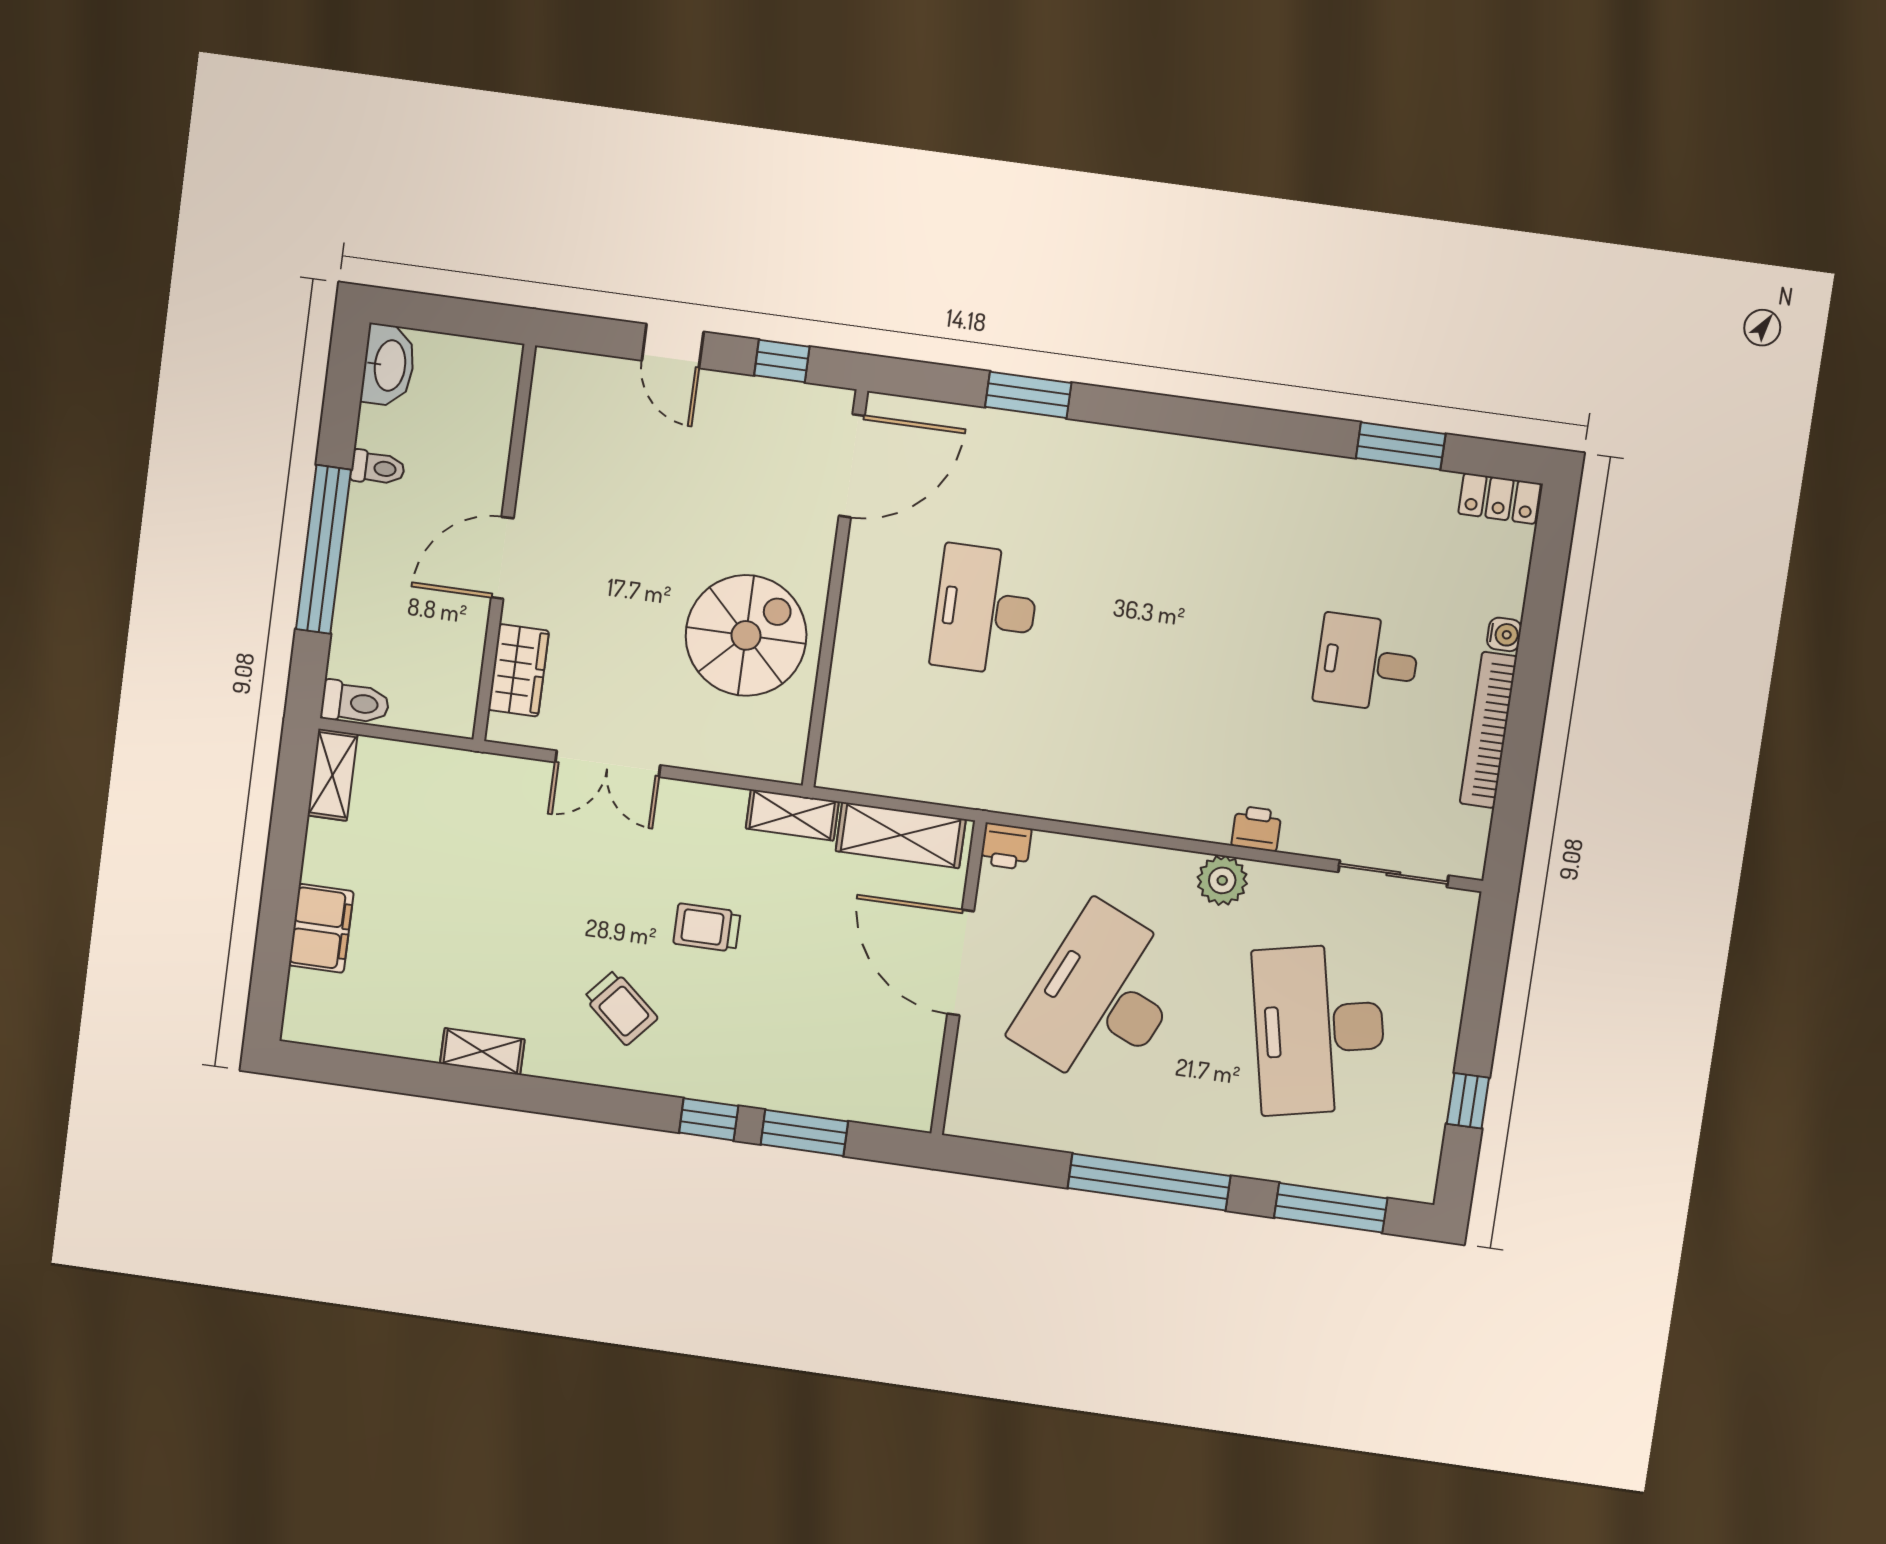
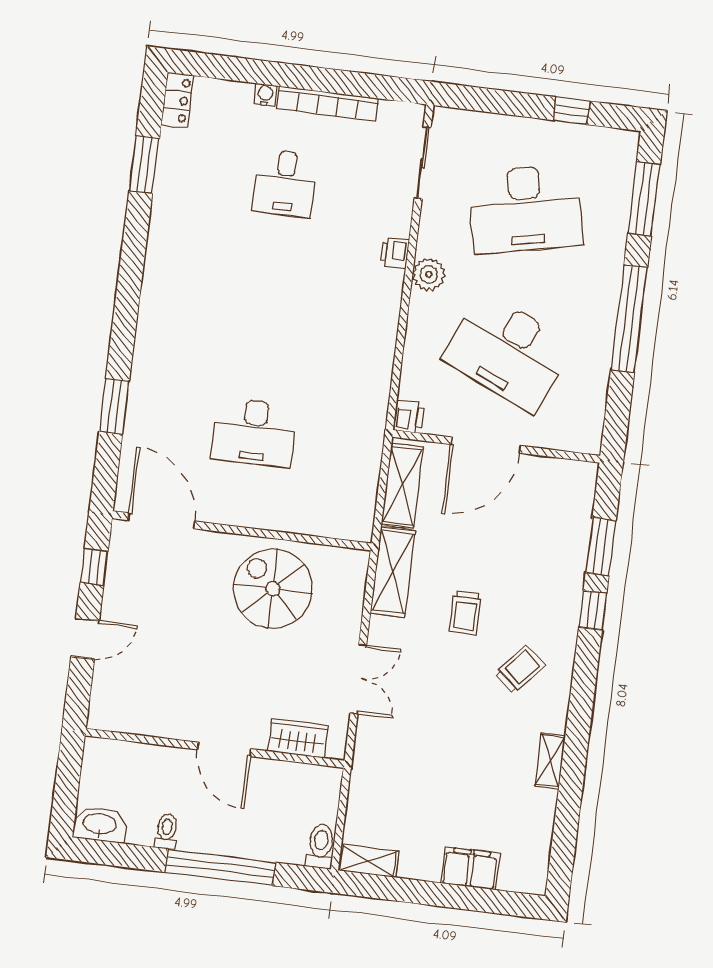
shelving: (792, 815) -> (393, 572), width x1.50, depth x1.33

